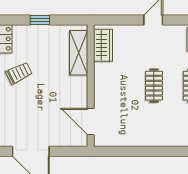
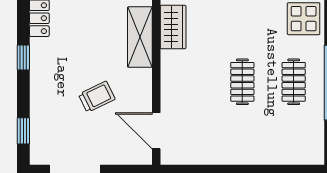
trolley: (19, 73) -> (97, 97), moved

